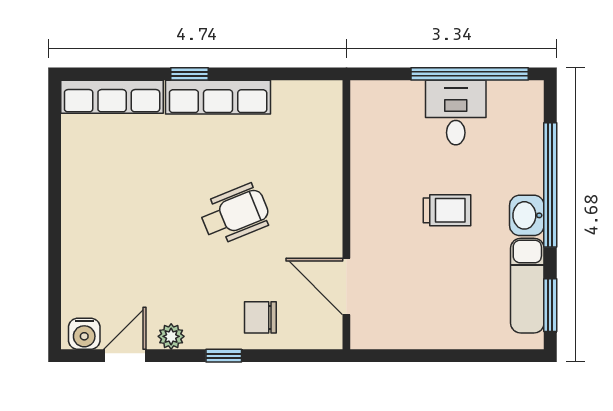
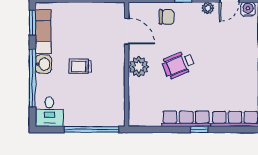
window: (470, 74) -> (92, 129), moved
desk: (456, 113) -> (49, 112), moved
plant: (320, 209) -> (139, 67), added

